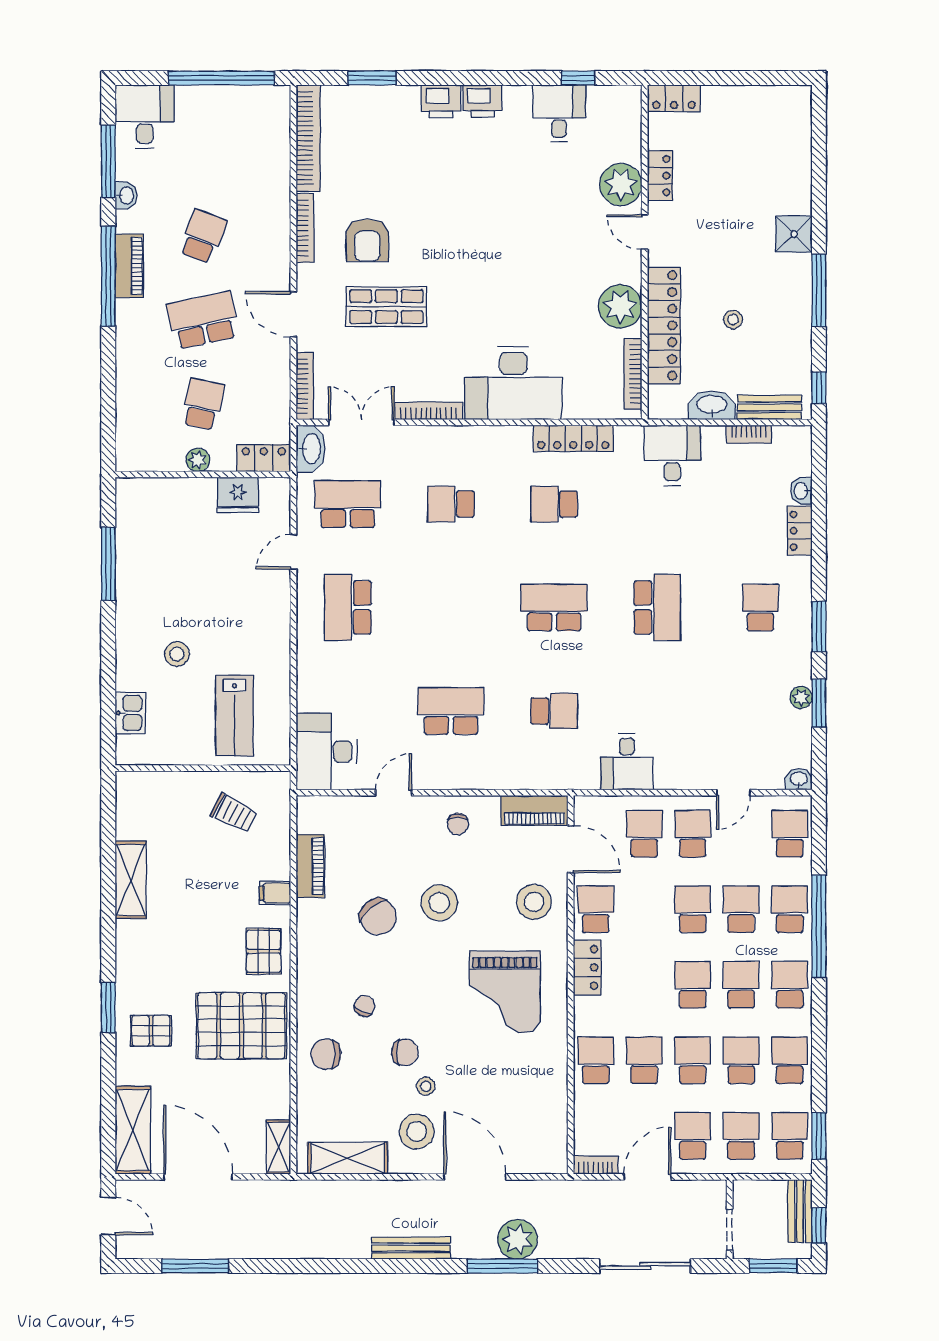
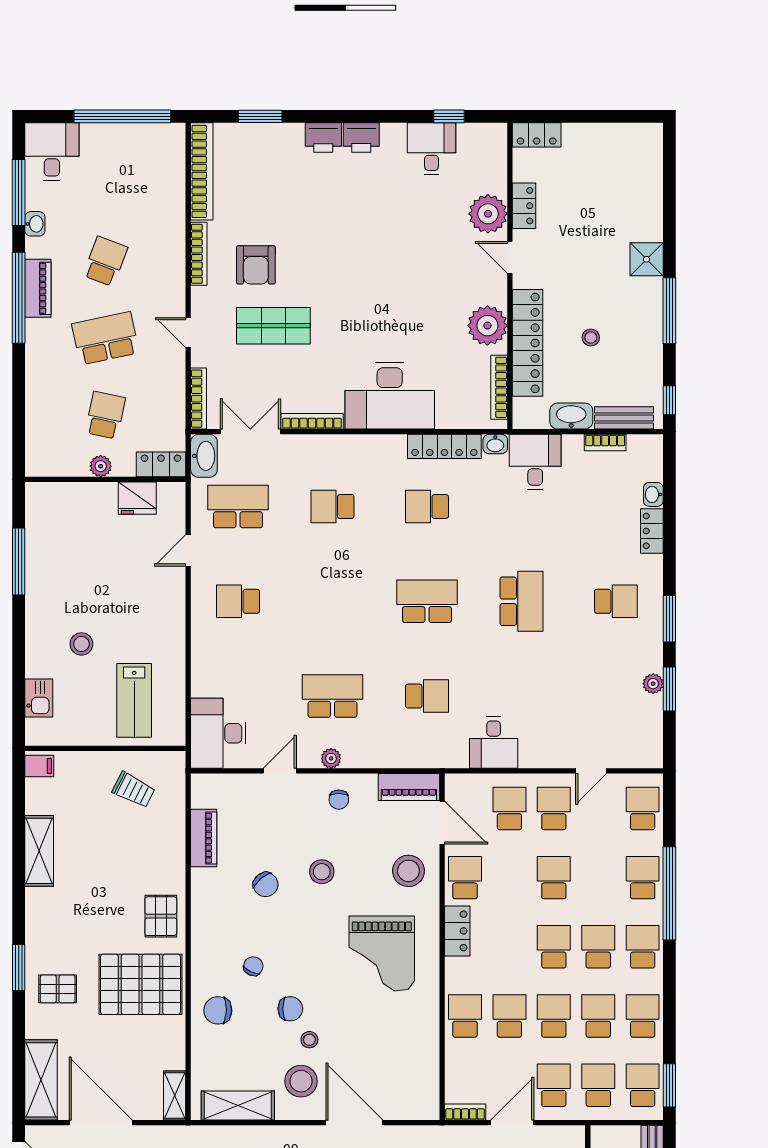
door: (293, 314) -> (188, 333), width x0.73
school desk: (348, 608) -> (238, 601), width x0.54
school desk: (760, 608) -> (616, 601), turned 90
plant: (449, 779) -> (331, 758), added
washbasin: (799, 779) -> (495, 444), moved, turned 180
filing cabinet: (275, 893) -> (39, 766), moved, turned 180
stool: (439, 903) -> (322, 872), width x0.73, depth x0.73
school desk: (741, 909) -> (598, 878), removed
chair: (378, 917) -> (266, 885), width x0.73, depth x0.73

